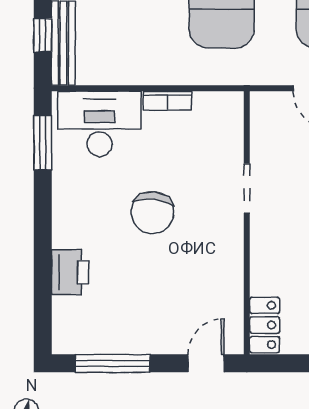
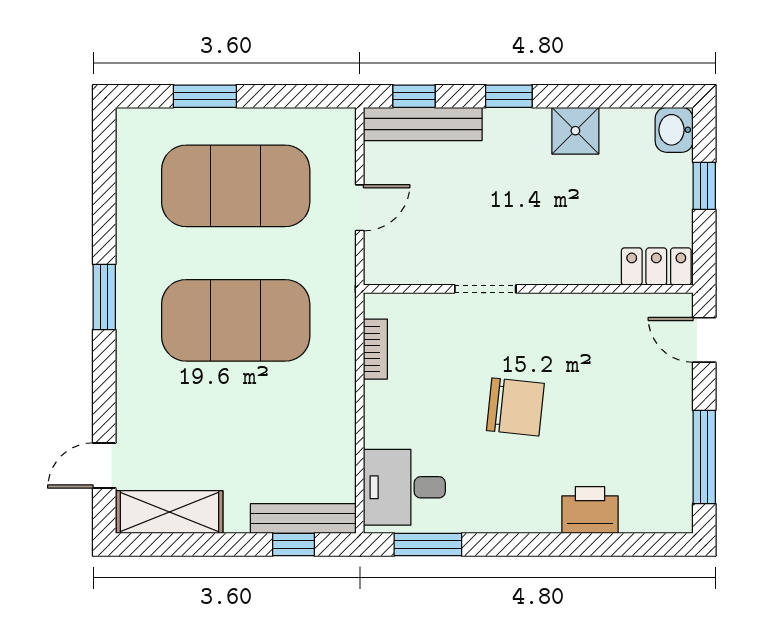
bookcase: (167, 101) -> (375, 349), moved
desk: (100, 124) -> (404, 487), width x0.73

